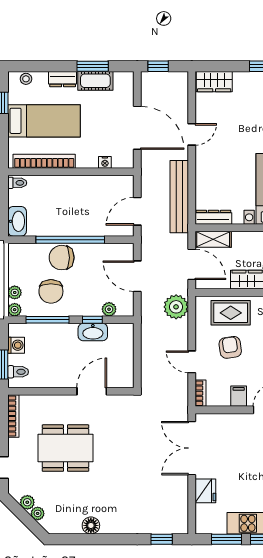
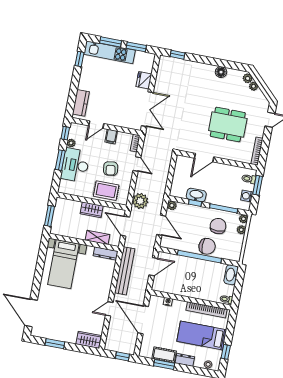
shelving: (213, 239) -> (98, 237), moved
plant: (109, 309) -> (172, 205), moved
plant: (27, 502) -> (248, 78), moved

